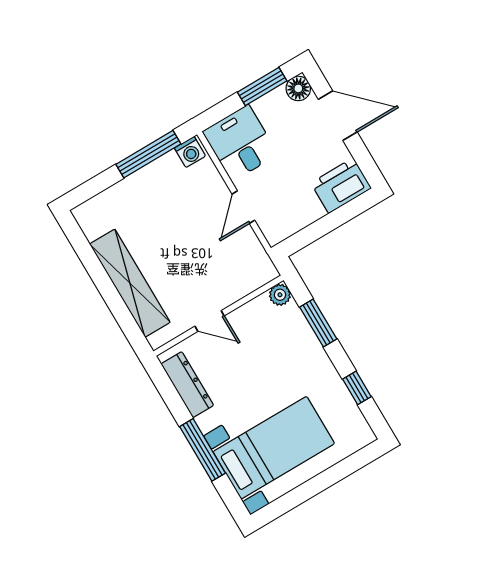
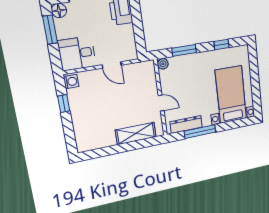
window: (148, 154) -> (64, 104), width x0.46
shelving: (130, 283) -> (136, 133), width x0.68
door: (210, 321) -> (161, 103), hinge flipped
window: (202, 450) -> (200, 132), moved

